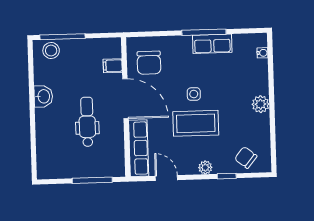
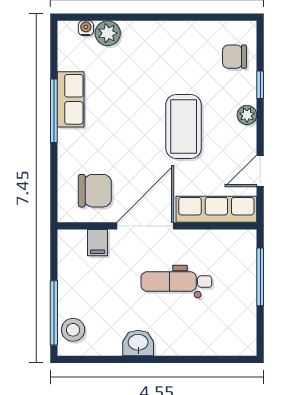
side table: (194, 94) -> (142, 128), removed
plant: (261, 104) -> (108, 33), moved
chair: (246, 157) -> (235, 57), turned 51

